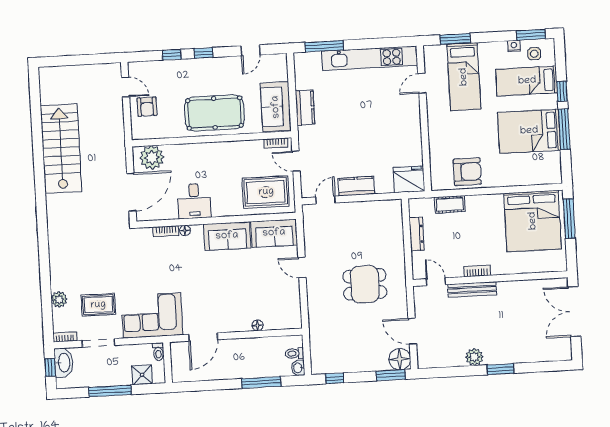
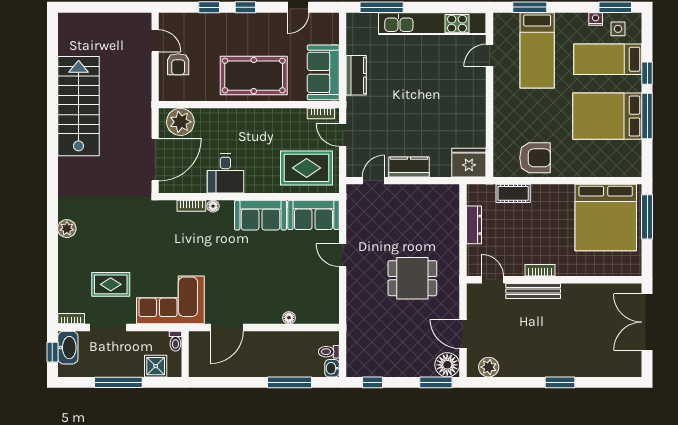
plant: (59, 299) -> (67, 229), moved
plant: (474, 357) -> (489, 367), moved

